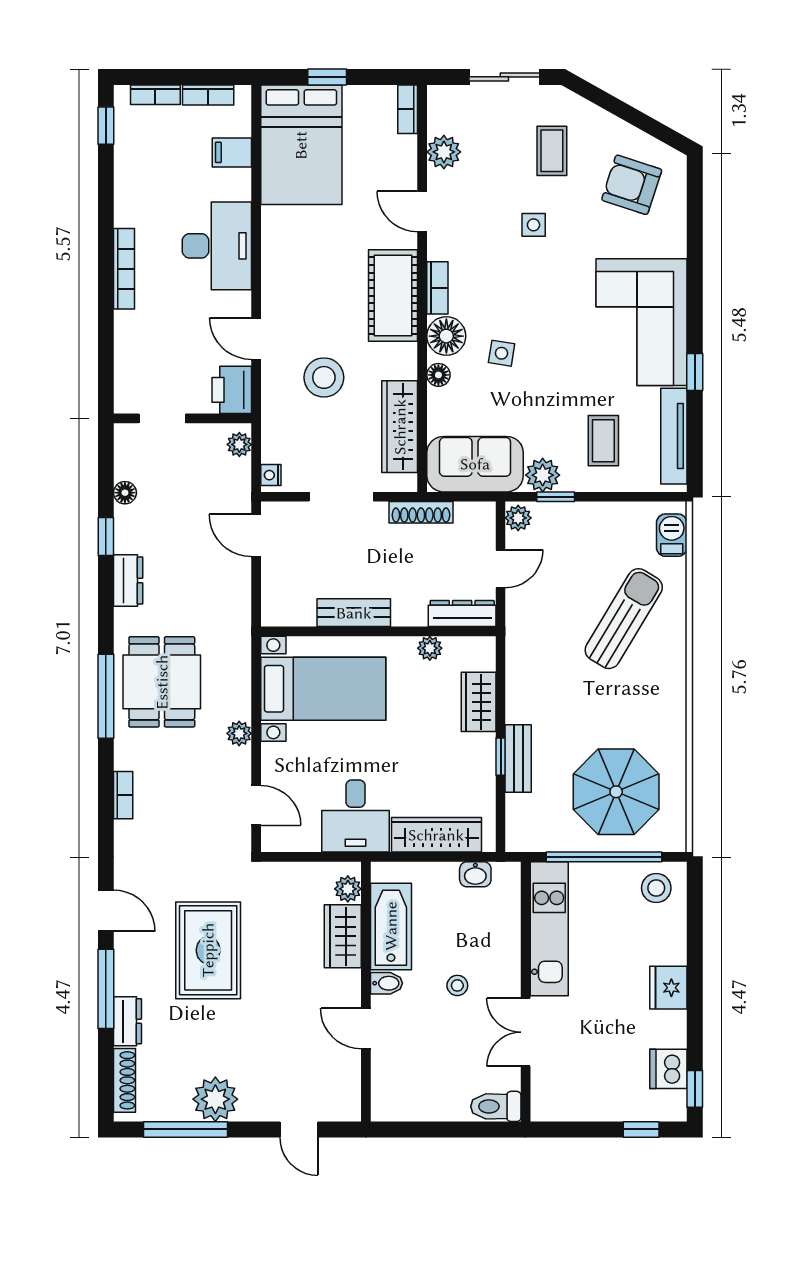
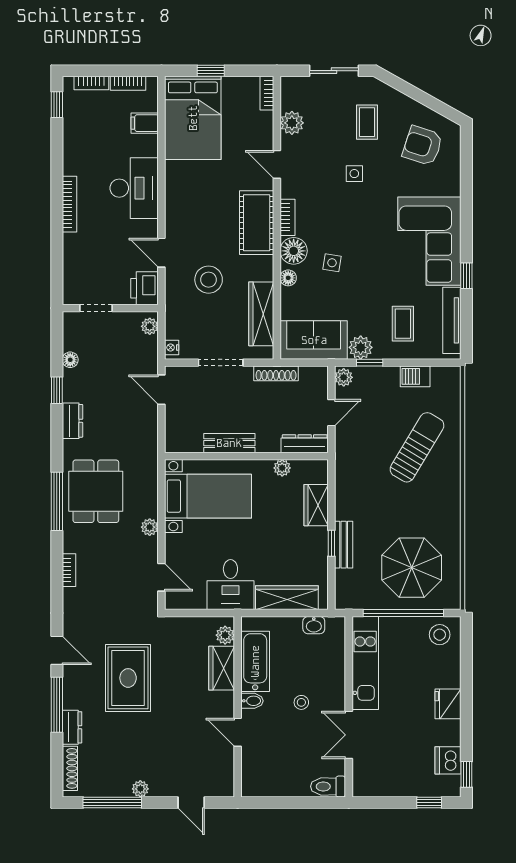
barbecue: (672, 535) -> (415, 376), moved, turned -90
plant: (215, 1099) -> (140, 789), width x0.53, depth x0.53

